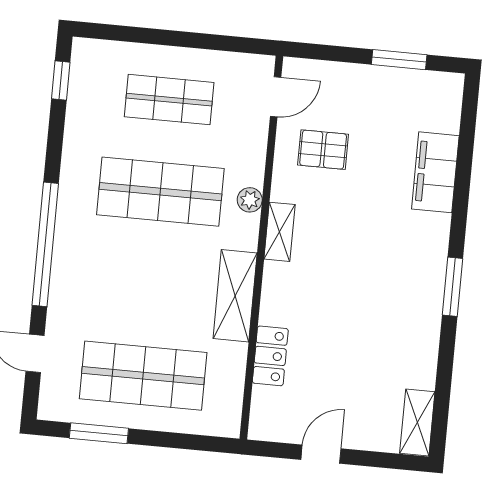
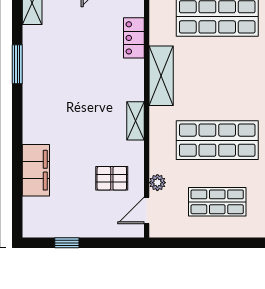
window: (399, 60) -> (67, 243), width x0.67
plant: (250, 200) -> (157, 183), moved
window: (452, 287) -> (17, 64), moved

